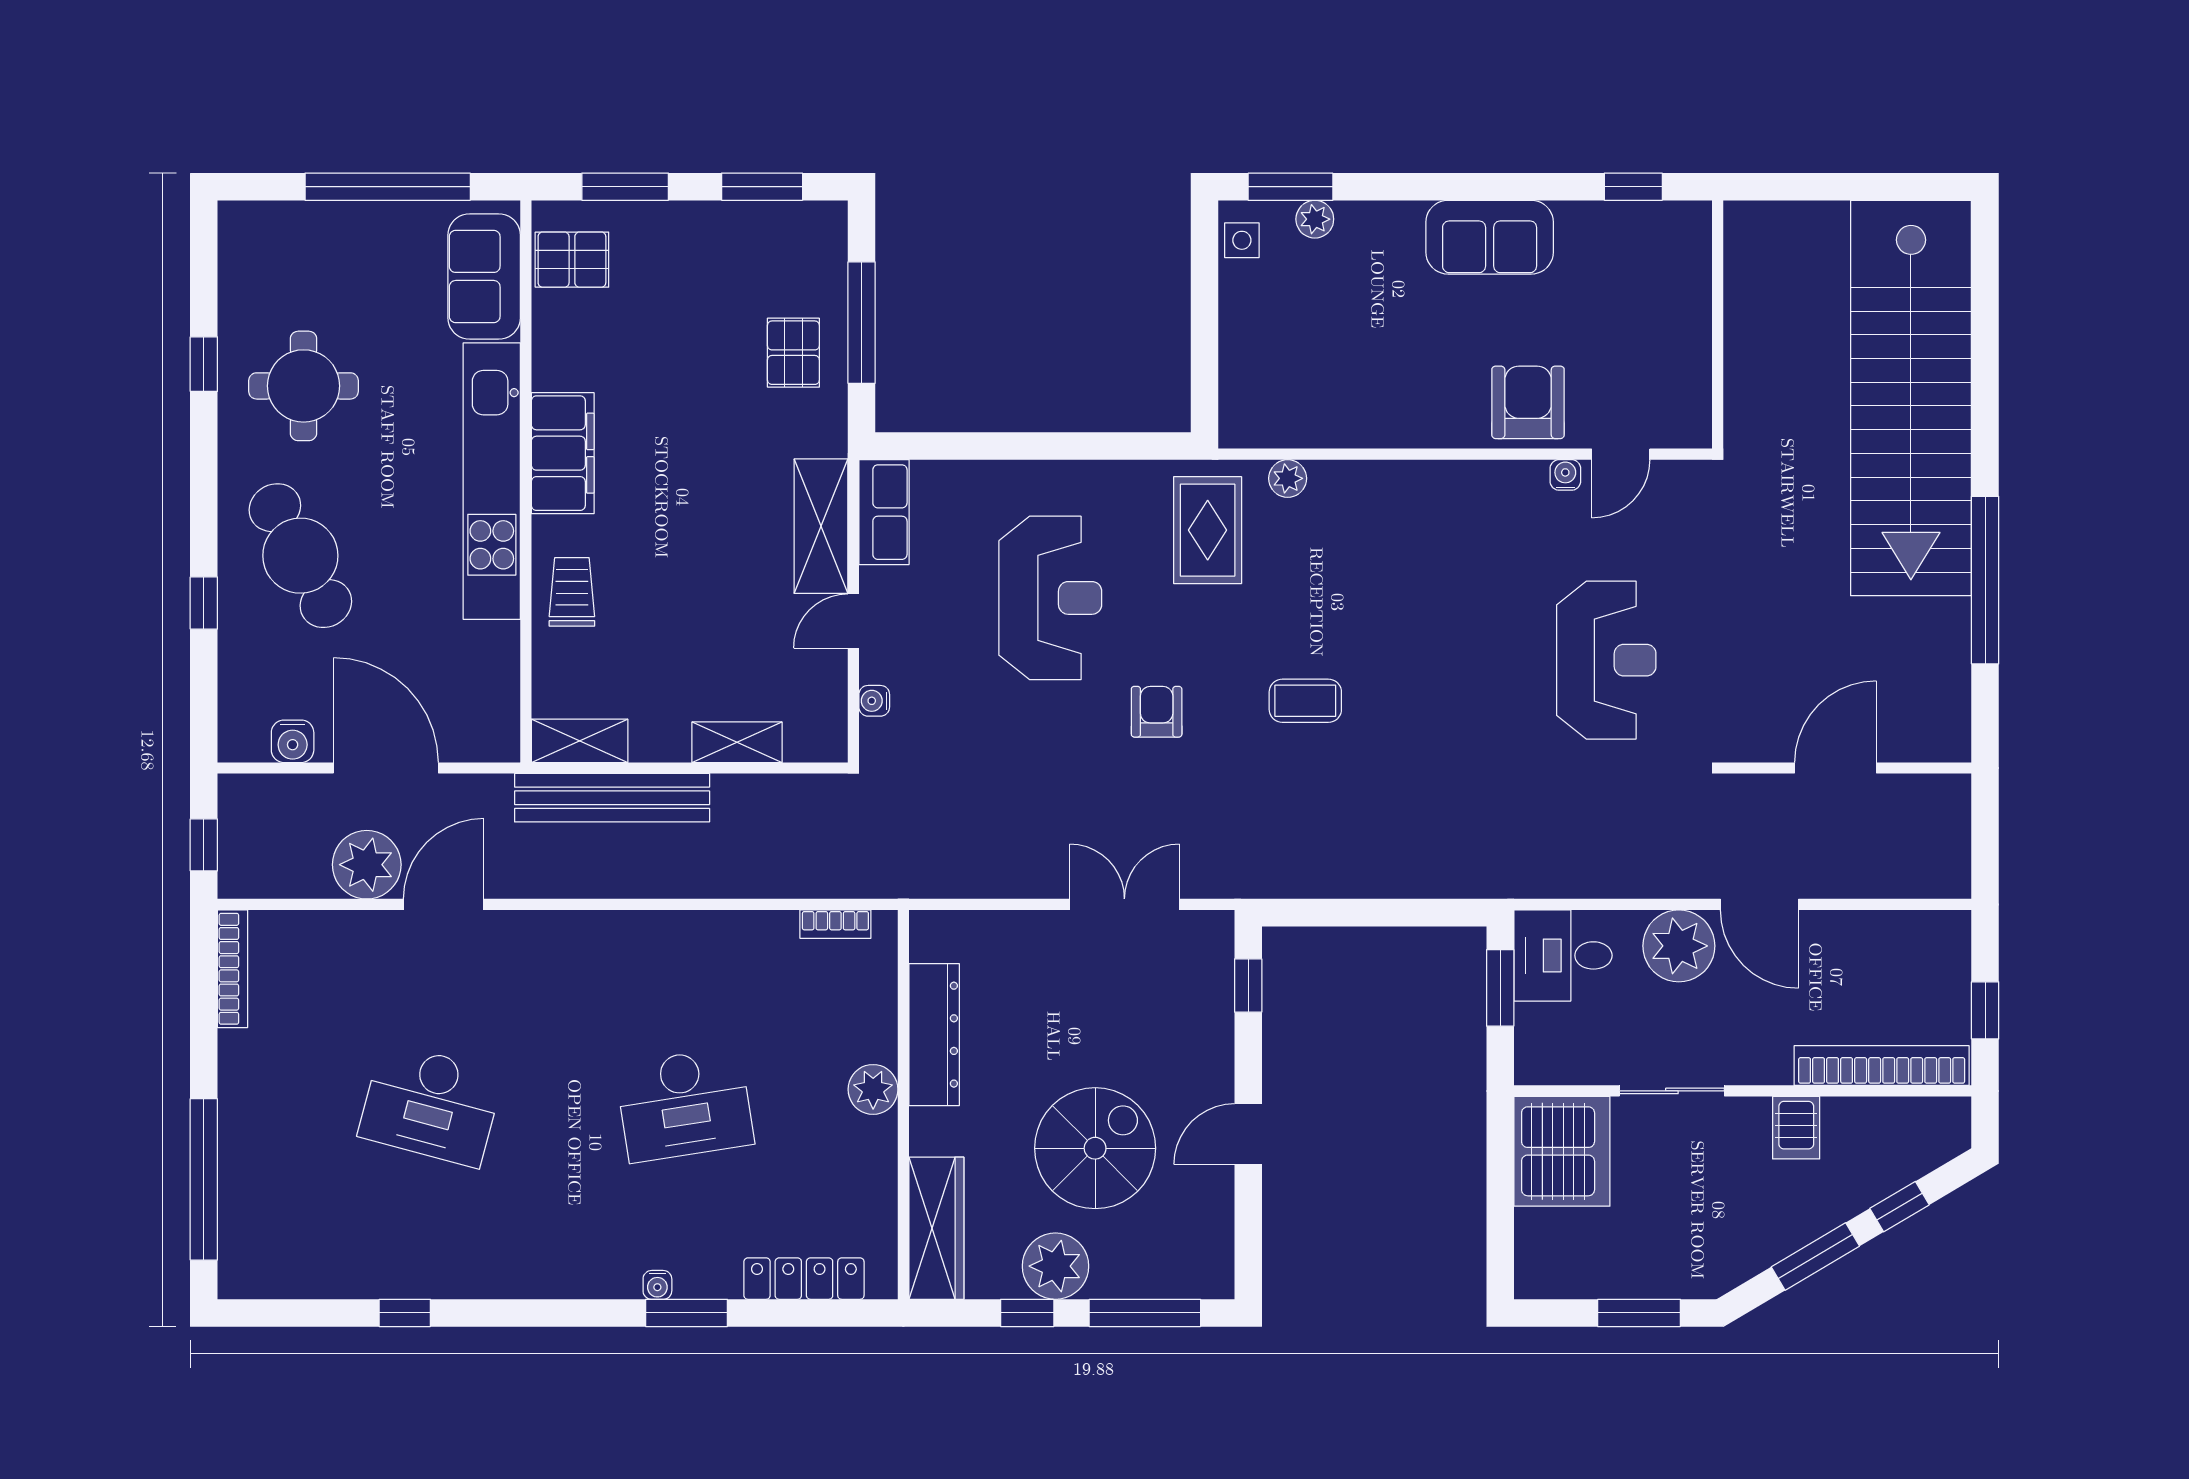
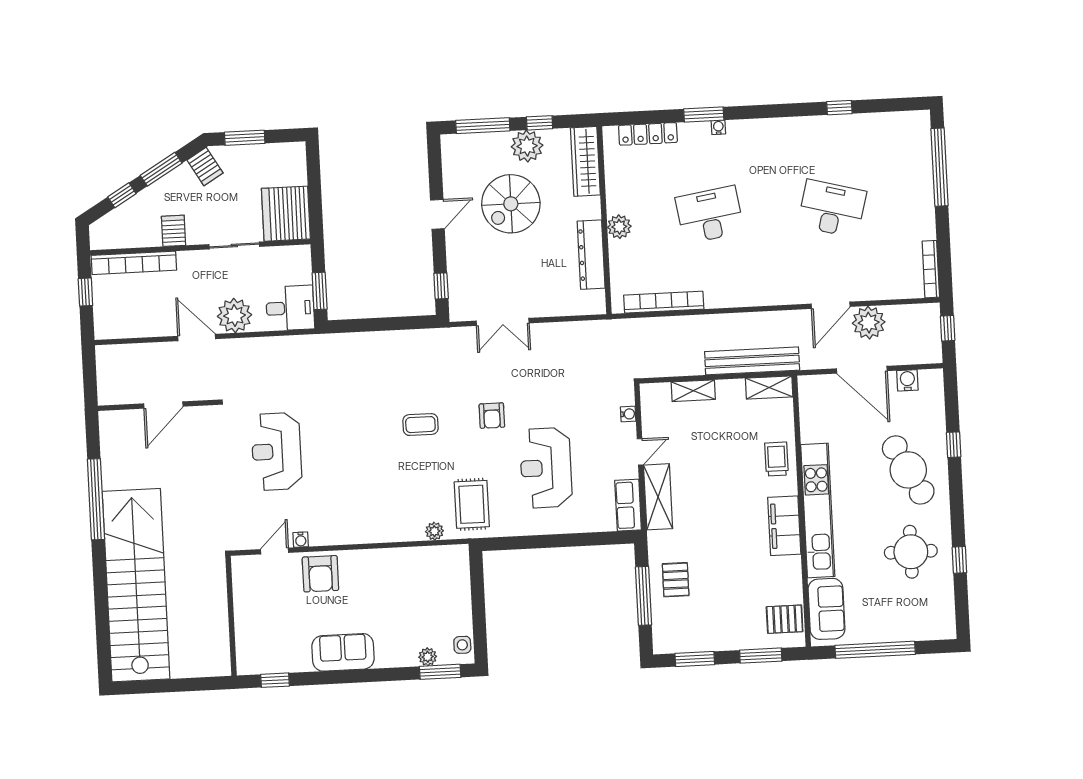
trolley: (572, 592) -> (776, 459), turned 180
bookcase: (835, 924) -> (664, 302), width x2.31, depth x1.31
server rack: (1724, 1258) -> (205, 166), added

